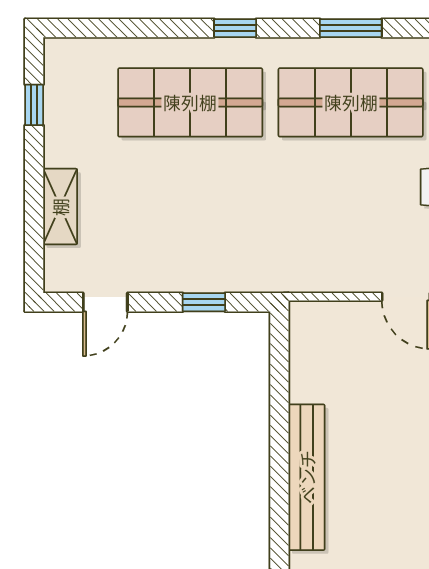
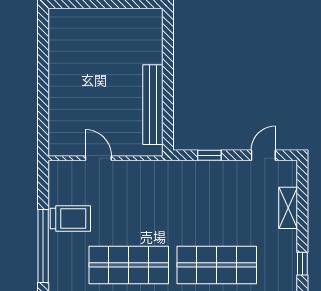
bench: (307, 477) -> (153, 105), moved

